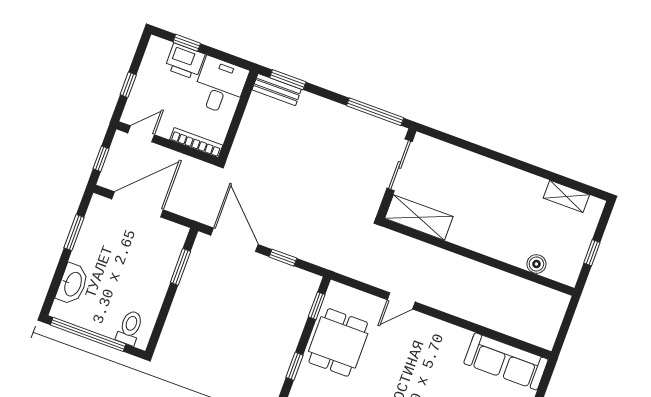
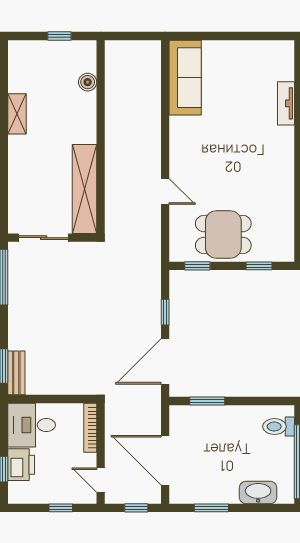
shelving: (566, 196) -> (17, 114), moved
shelving: (419, 217) -> (84, 189), width x1.47

